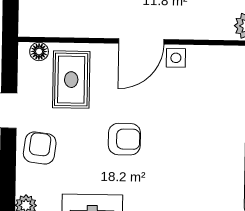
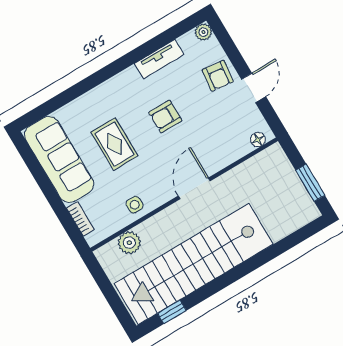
side table: (176, 58) -> (135, 205), moved
rug: (71, 80) -> (114, 144), moved

